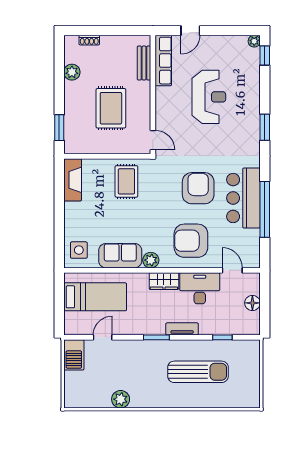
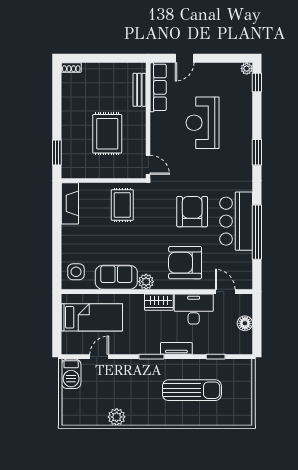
shoe rack: (89, 40) -> (71, 68), moved
plant: (72, 72) -> (69, 99), removed
reception desk: (209, 97) -> (203, 123), turned 180

